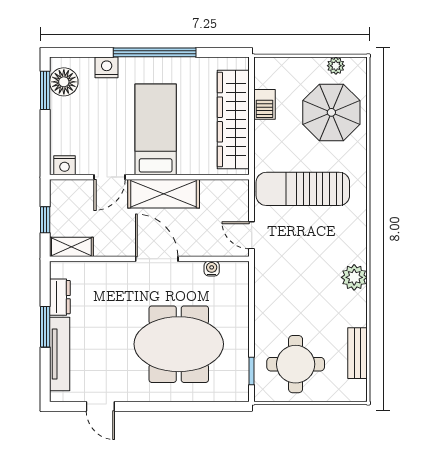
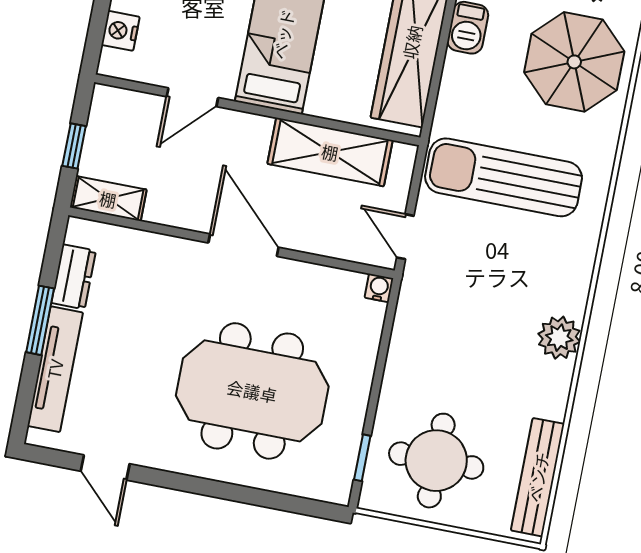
nightstand: (65, 165) -> (120, 31), moved, turned 90
shelving: (164, 194) -> (330, 152), moved
water cooler: (212, 269) -> (379, 288), moved
bench: (358, 353) -> (538, 477), width x1.36

